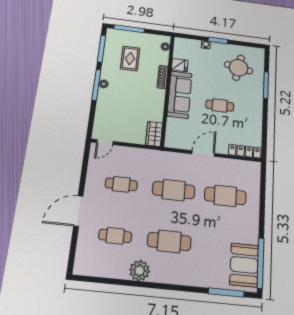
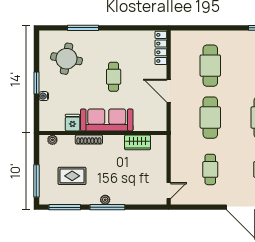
wardrobe: (154, 134) -> (138, 142), moved
door: (105, 142) -> (169, 191), hinge flipped

